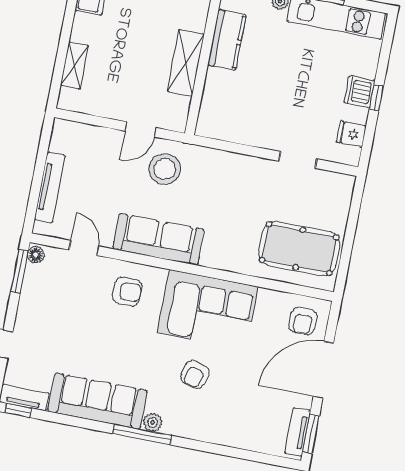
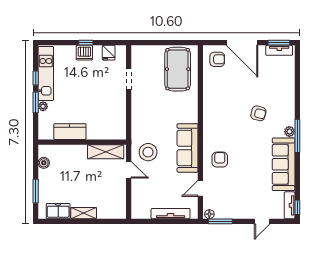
shelving: (186, 63) -> (106, 152), moved
shelving: (74, 65) -> (84, 213), moved
corner sofa: (207, 309) -> (221, 113), removed

